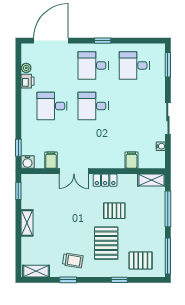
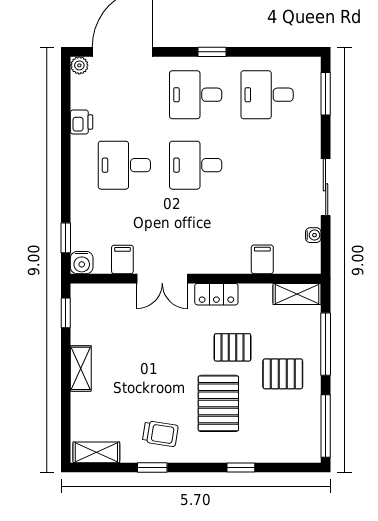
plant: (26, 68) -> (79, 65), moved
pallet: (141, 260) -> (283, 374), moved

